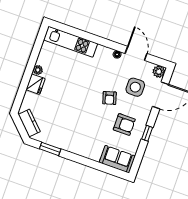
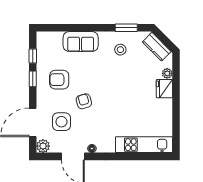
plant: (38, 70) -> (167, 73), moved
stool: (62, 132) -> (120, 50), added
window: (140, 153) -> (33, 56), added
sofa: (117, 159) -> (81, 42), moved

